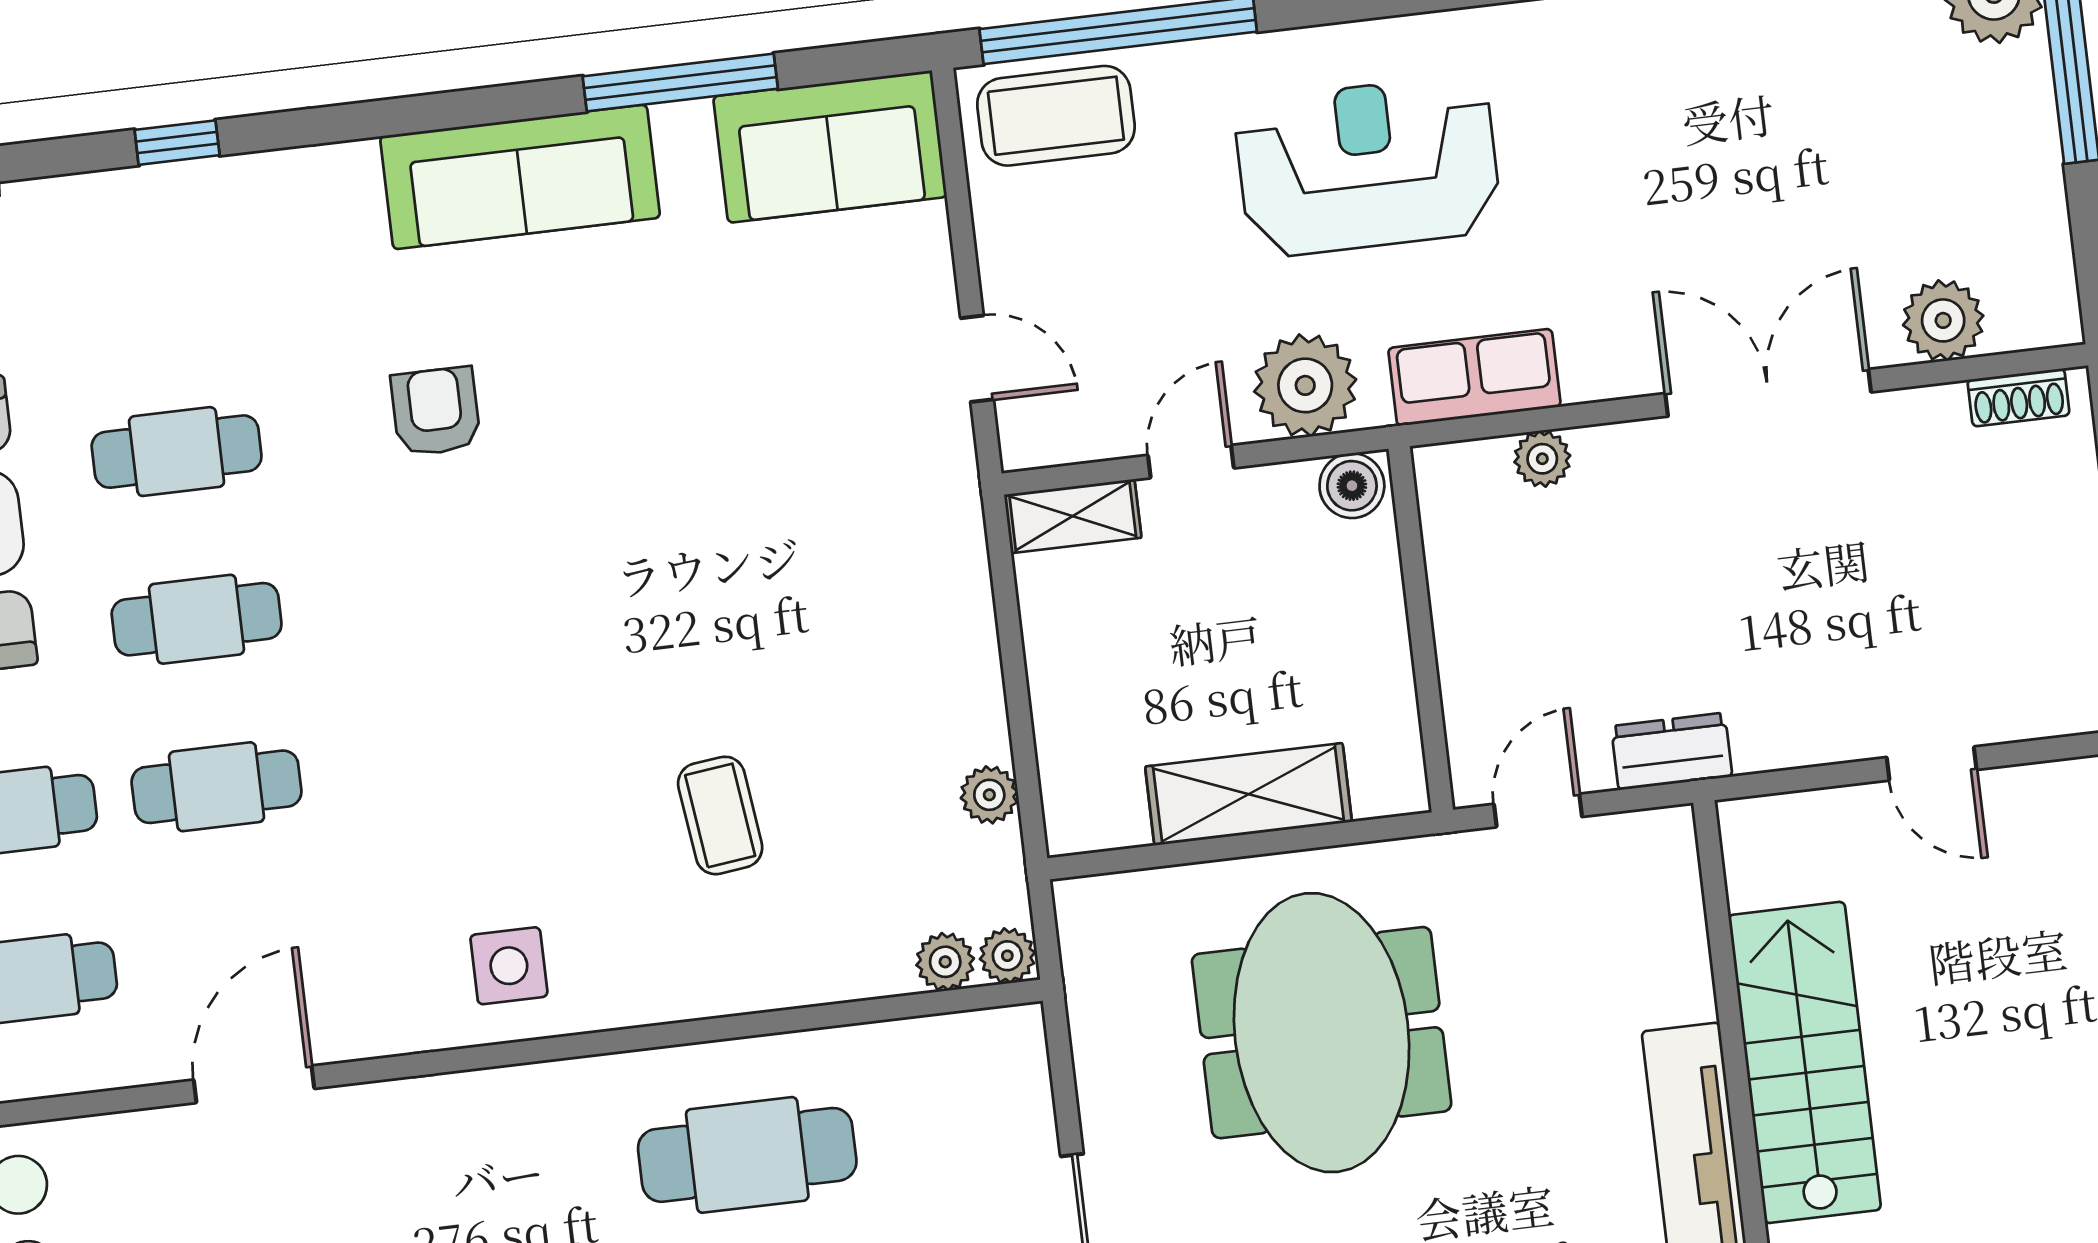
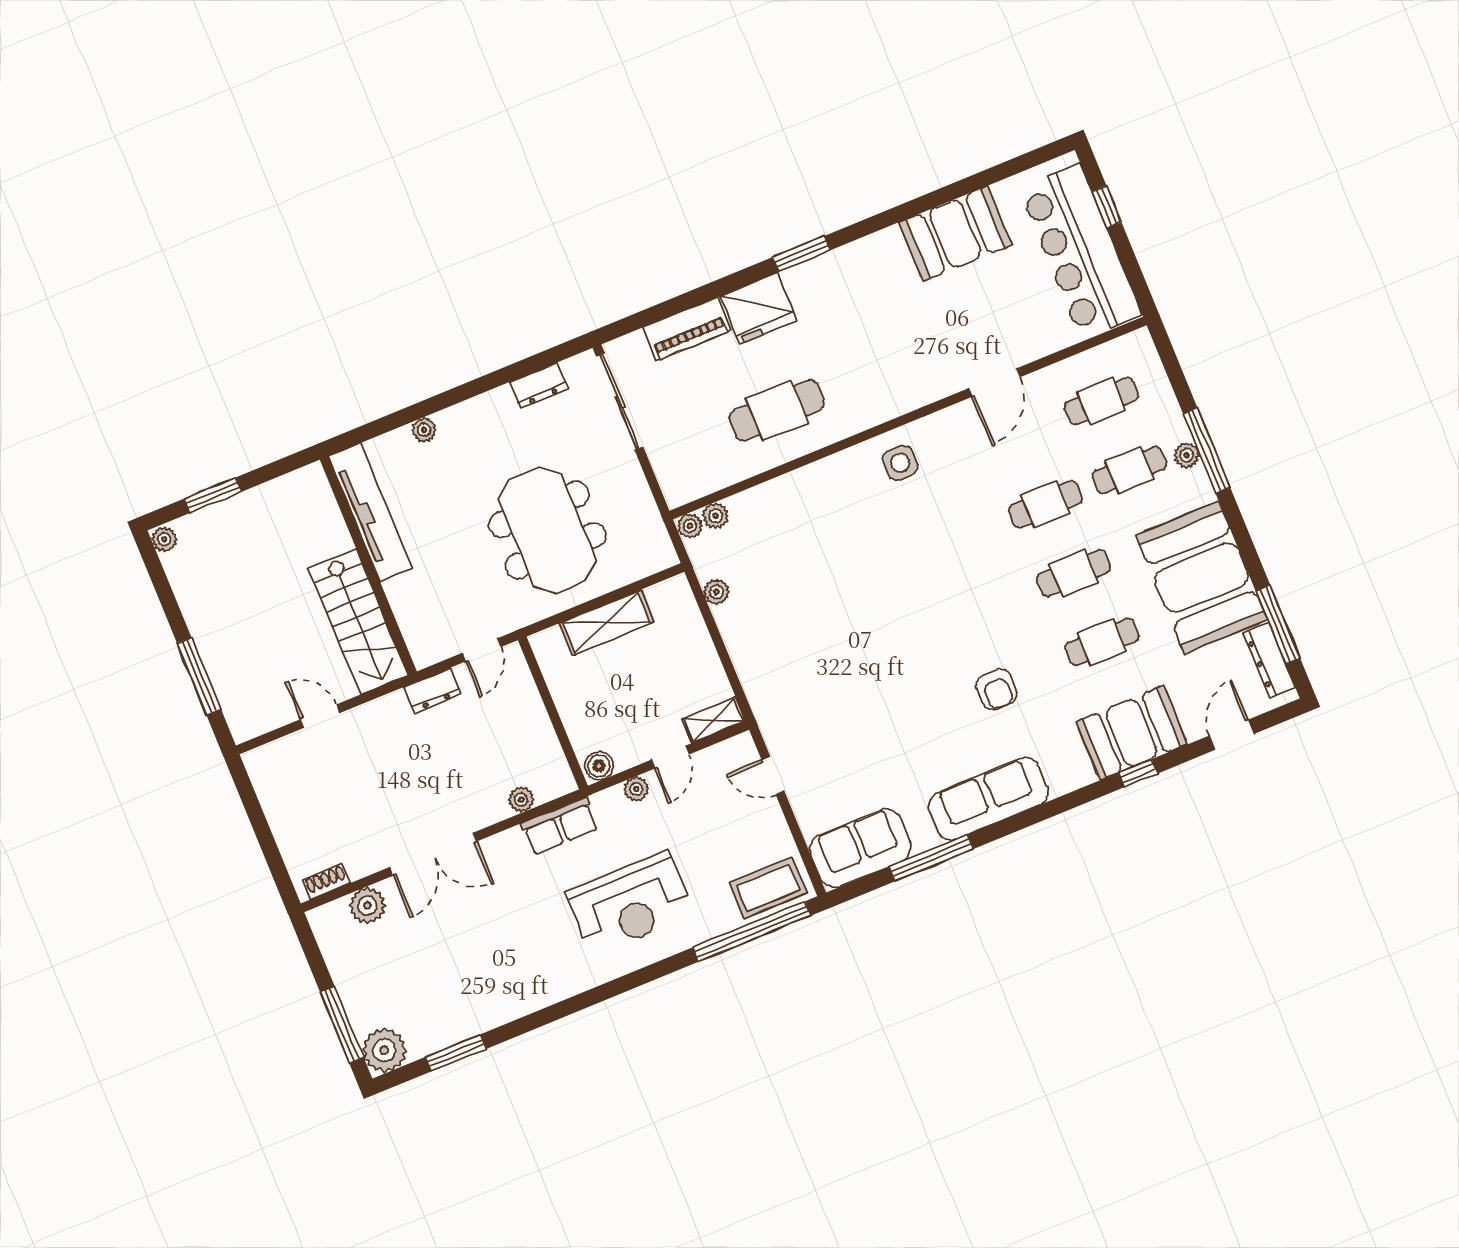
booth: (166, 235) -> (1132, 733), added
plant: (1305, 385) -> (636, 789), width x0.53, depth x0.53
coffee table: (720, 815) -> (828, 551), removed
stairs: (1805, 1062) -> (358, 622), moved

